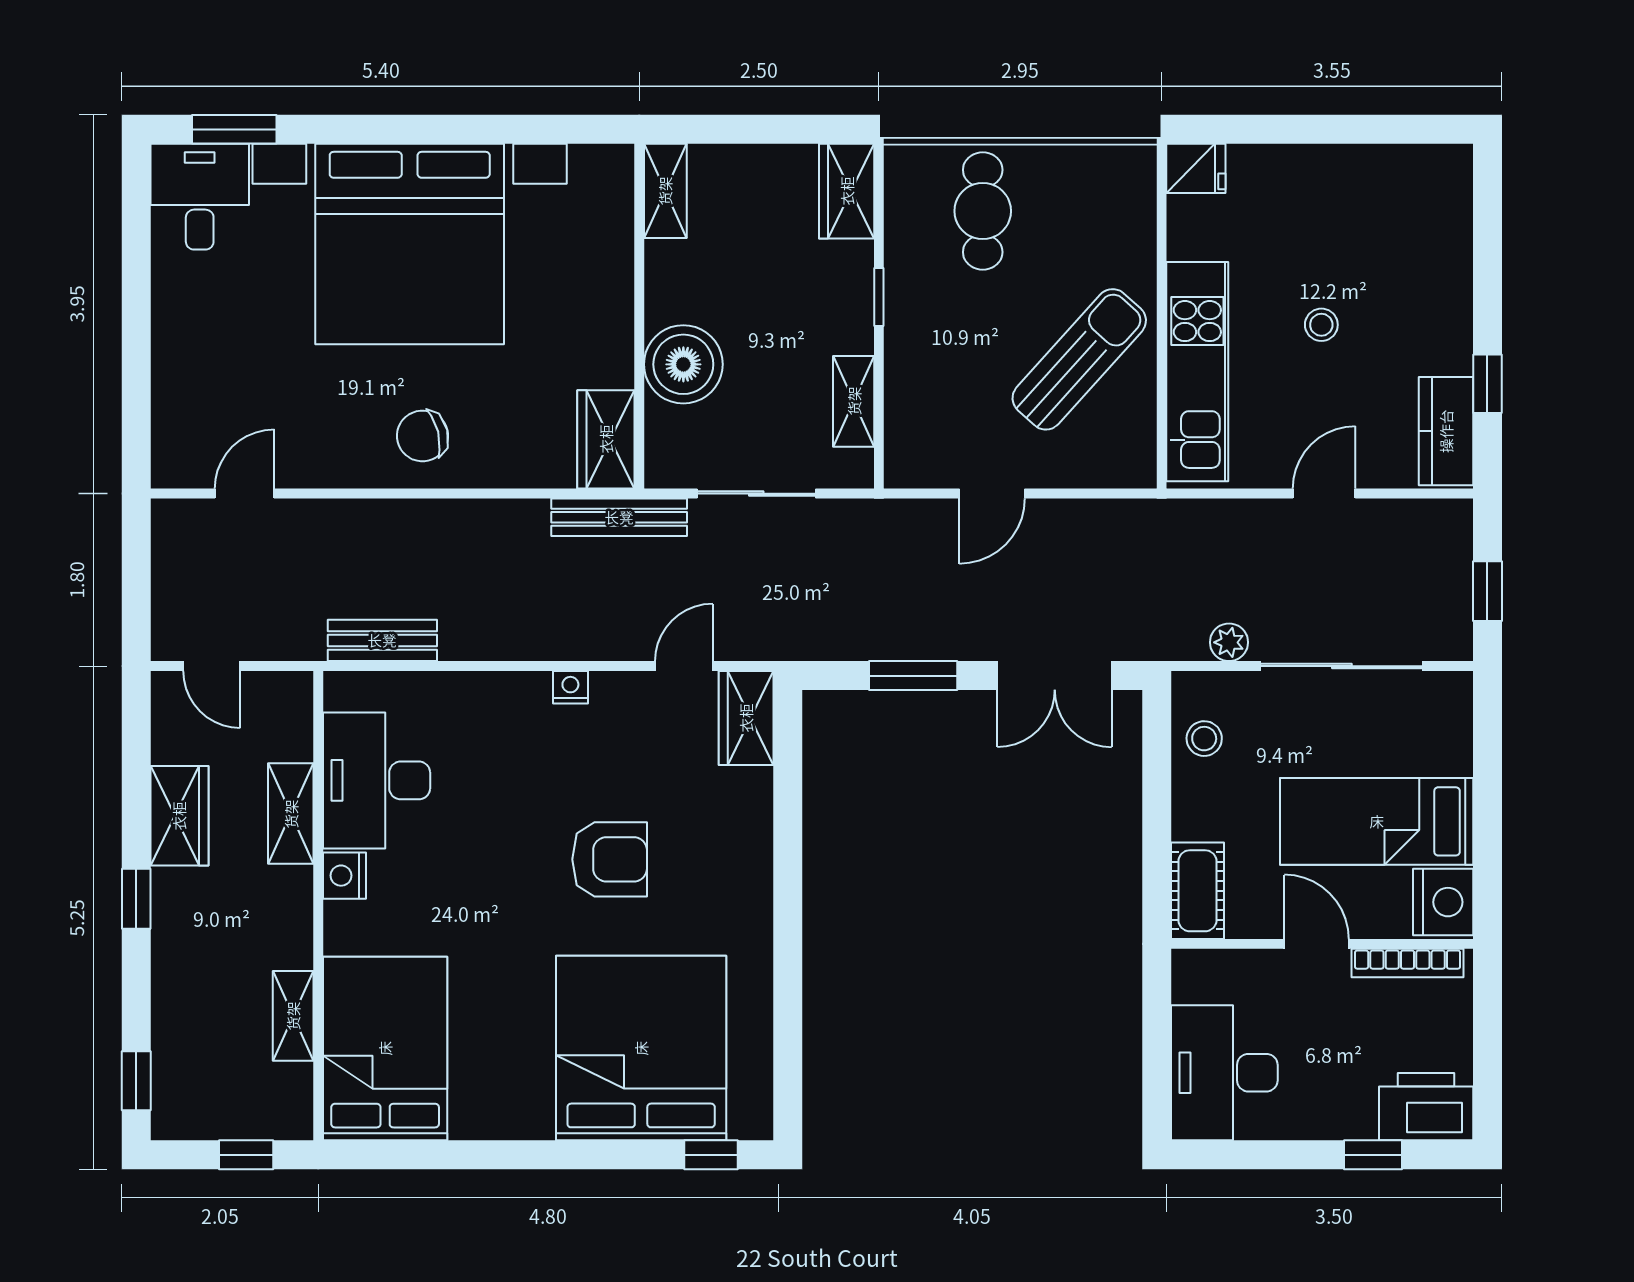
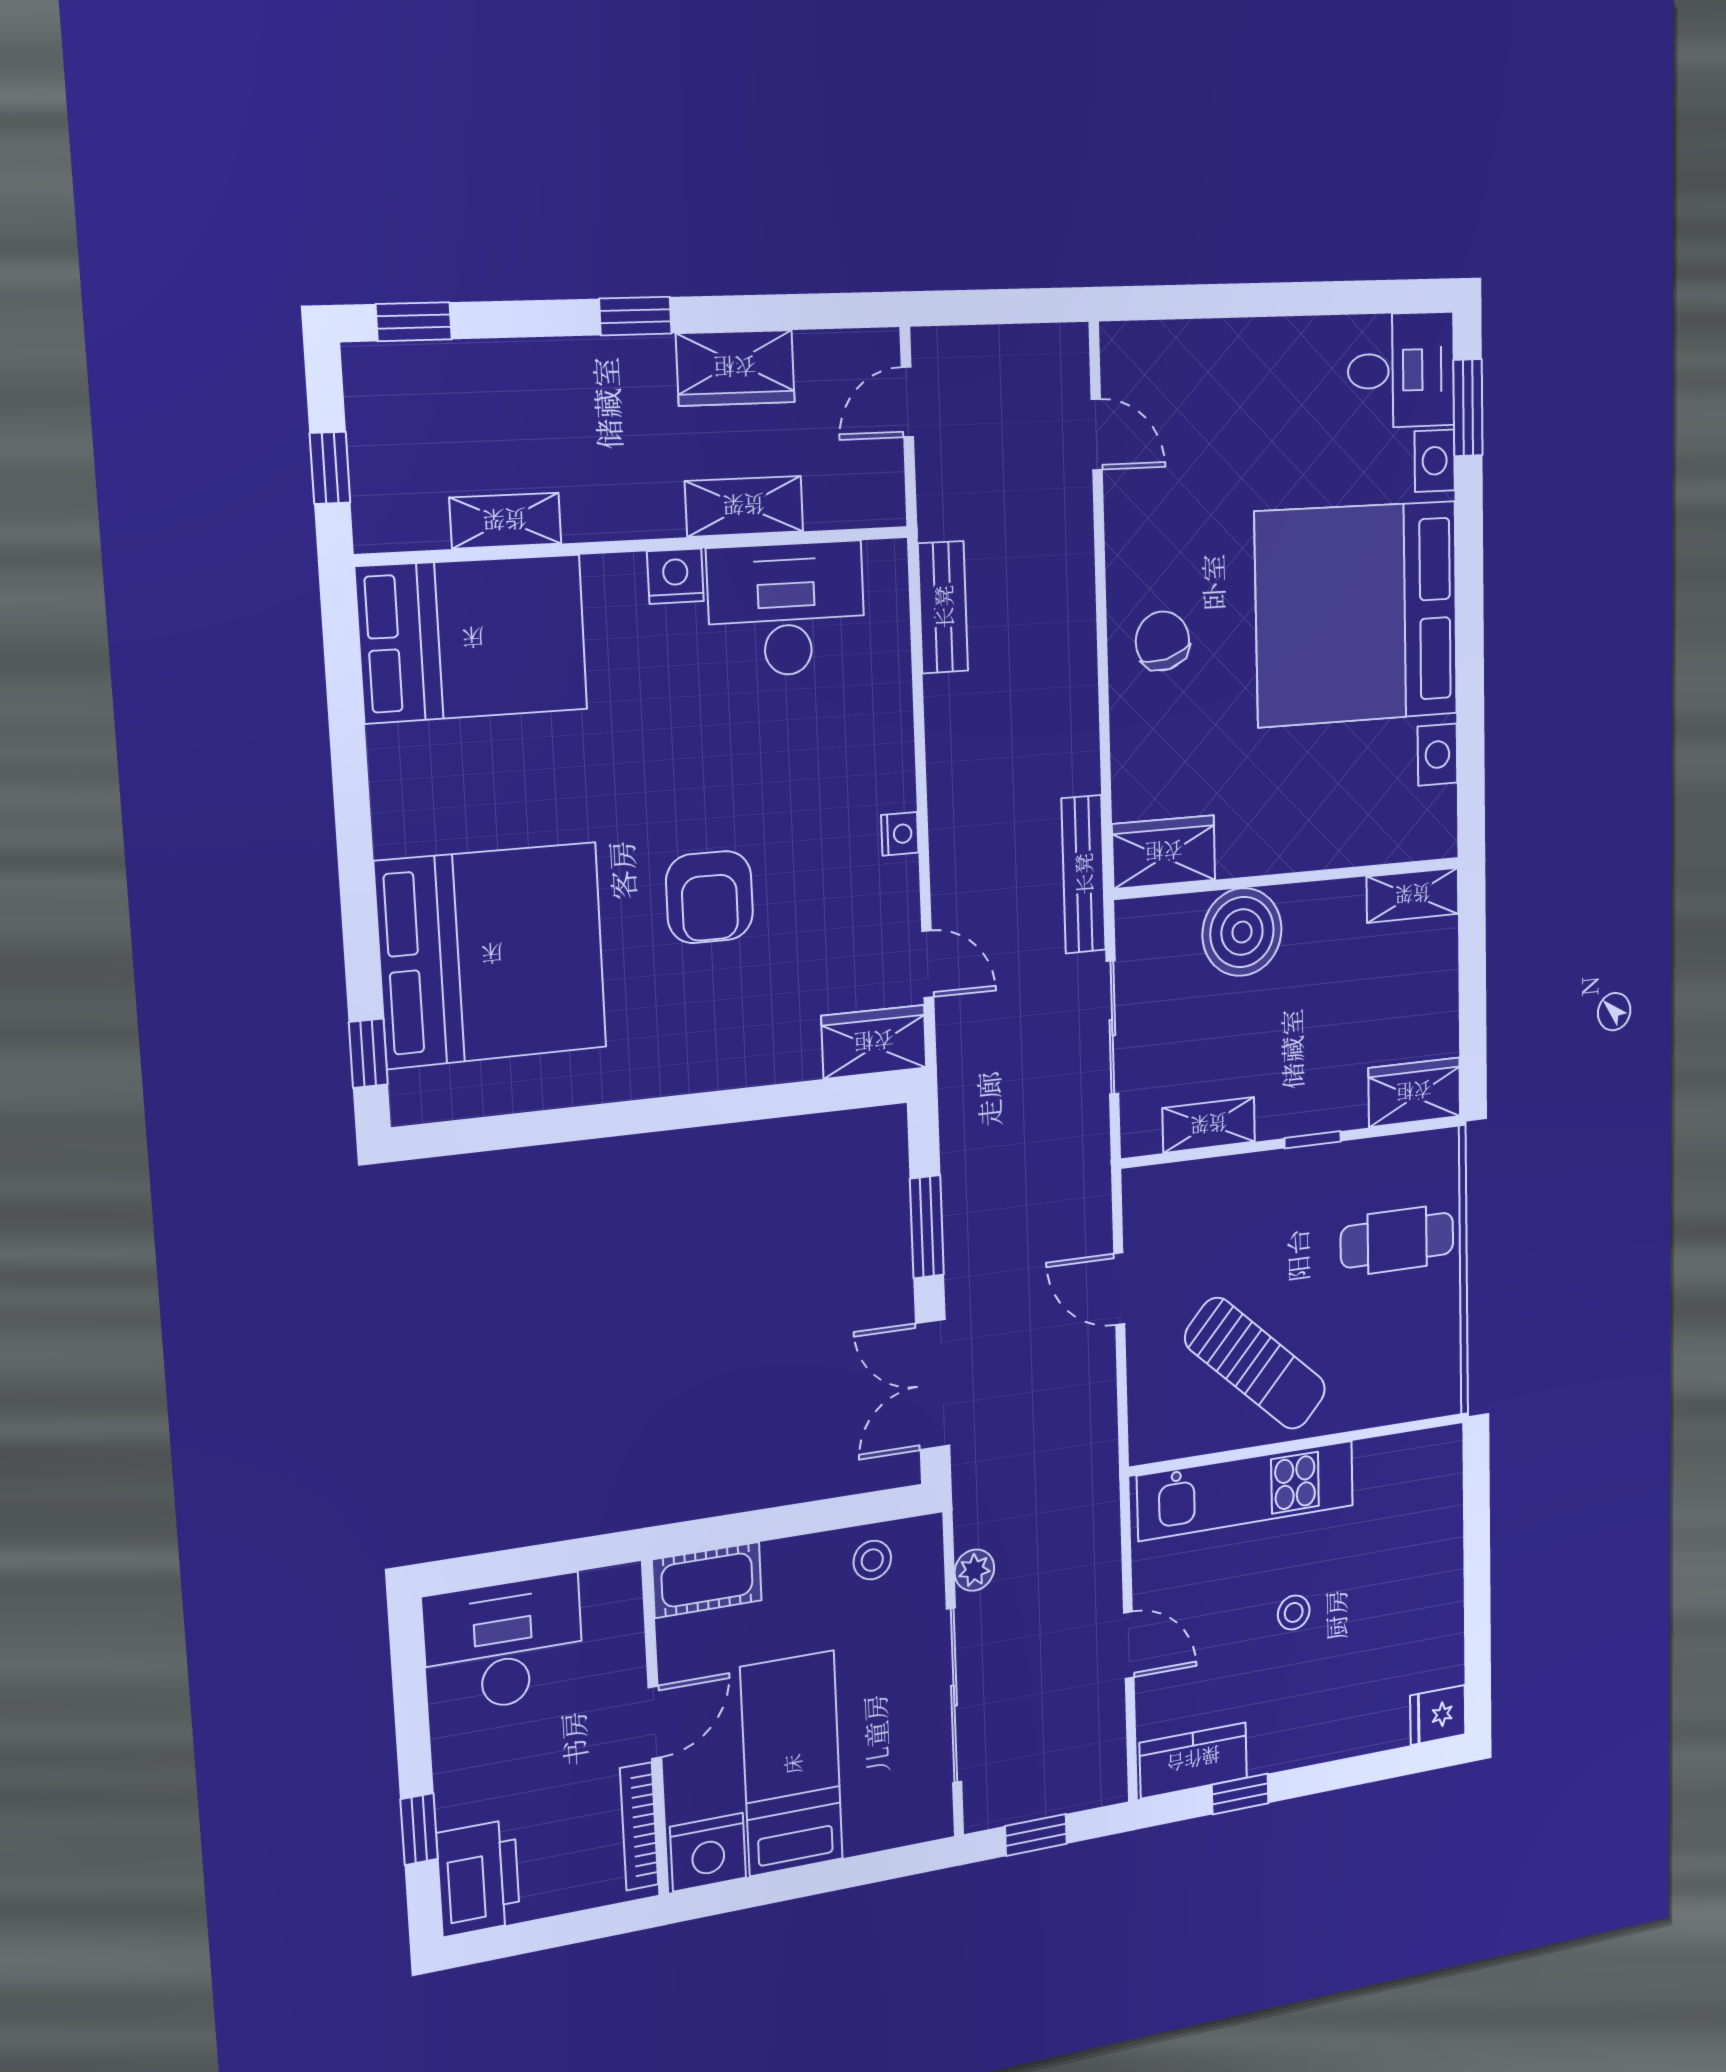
fridge: (1196, 168) -> (1438, 1715), moved, turned 90

